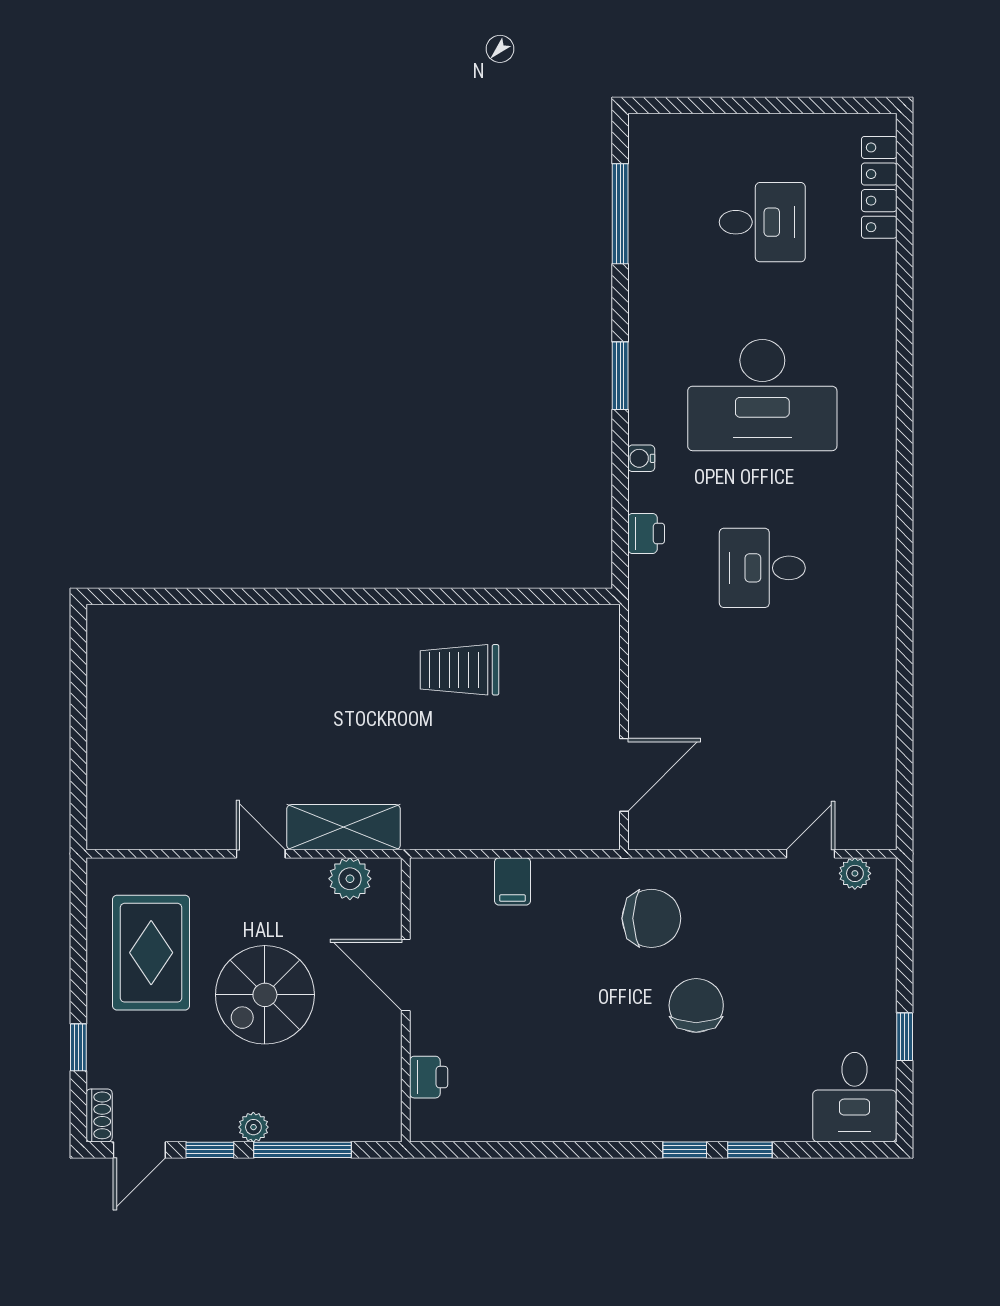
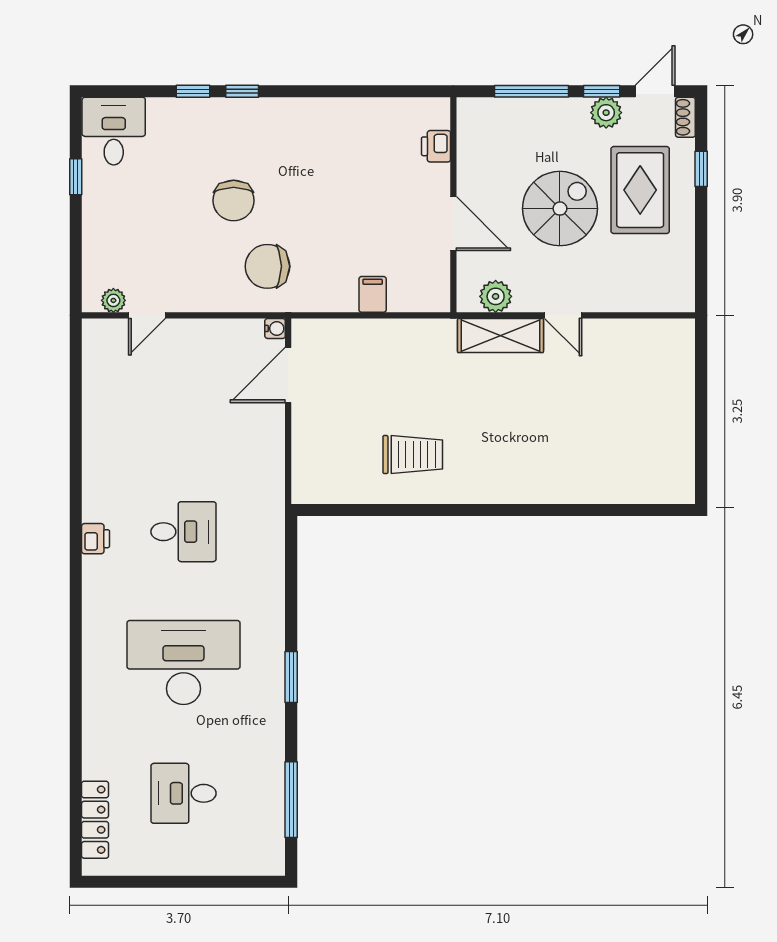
water cooler: (641, 458) -> (275, 328), moved
printer: (646, 533) -> (96, 539), moved, turned 180
rug: (151, 953) -> (640, 190), moved
plant: (253, 1127) -> (606, 113), moved, width x1.38, depth x1.38

